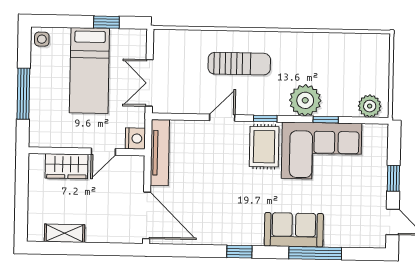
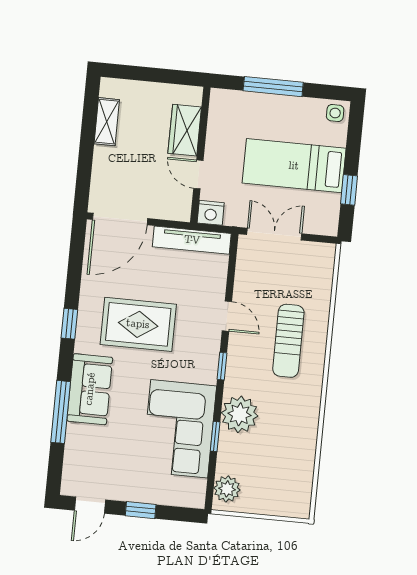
rug: (264, 147) -> (138, 324), moved, width x1.36, depth x1.43

